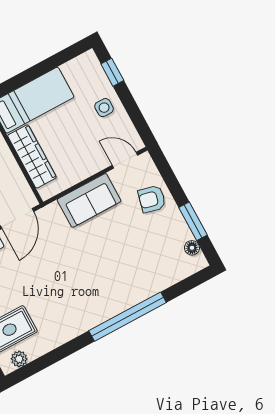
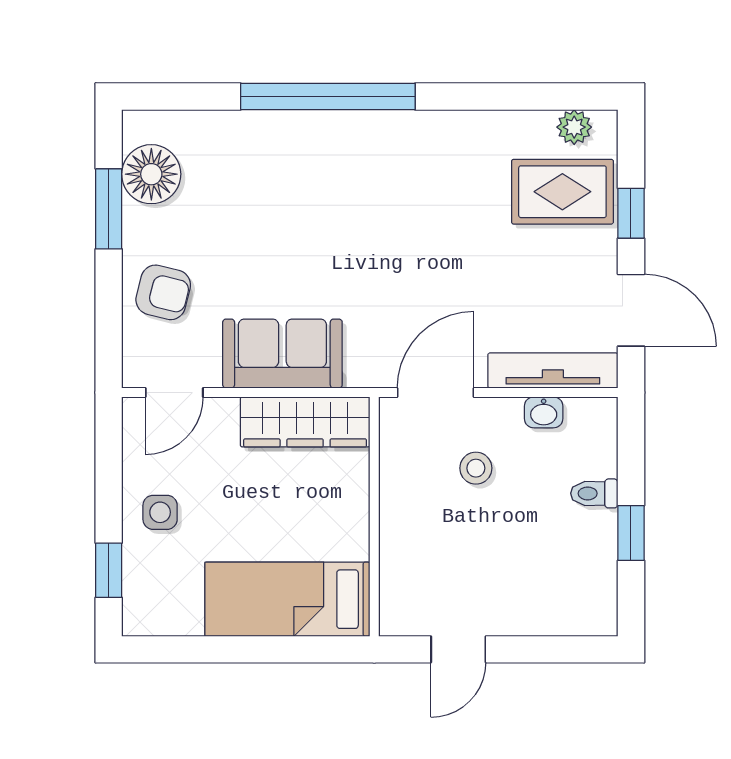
wardrobe: (32, 156) -> (305, 422), moved, turned -90
door: (125, 160) -> (174, 393), hinge flipped
floor lamp: (192, 248) -> (151, 174), width x1.89, depth x1.89

